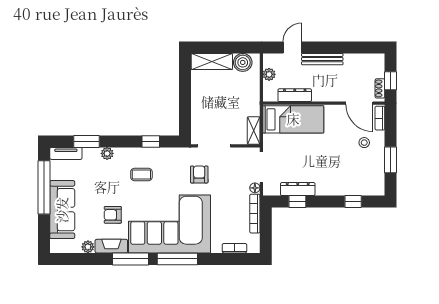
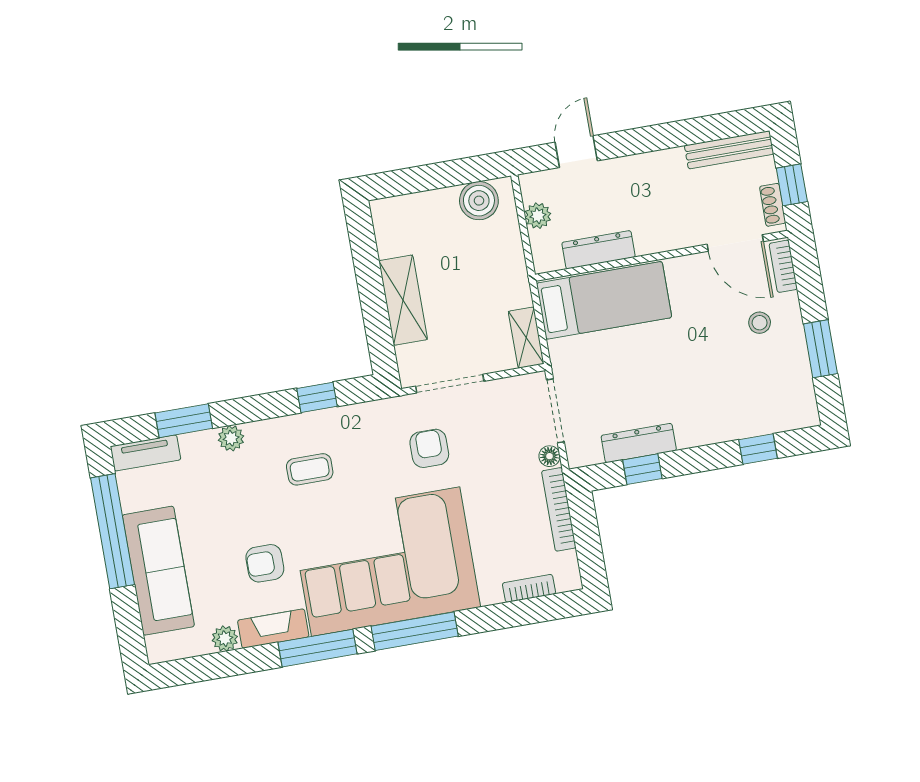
bench: (322, 59) -> (729, 150), moved
shelving: (212, 61) -> (403, 300), moved, turned 90

